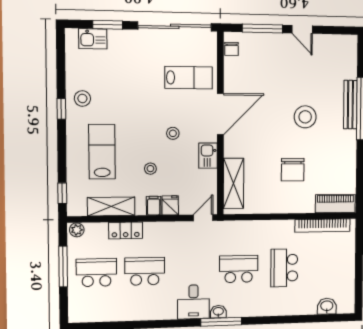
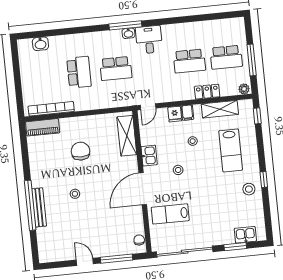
stool: (305, 117) -> (75, 194), width x0.53, depth x0.53

